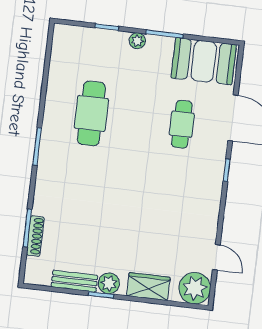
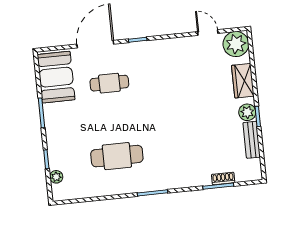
plant: (137, 41) -> (56, 177), moved
shoe rack: (35, 236) -> (223, 178), width x0.70
door: (216, 257) -> (208, 33), hinge flipped

